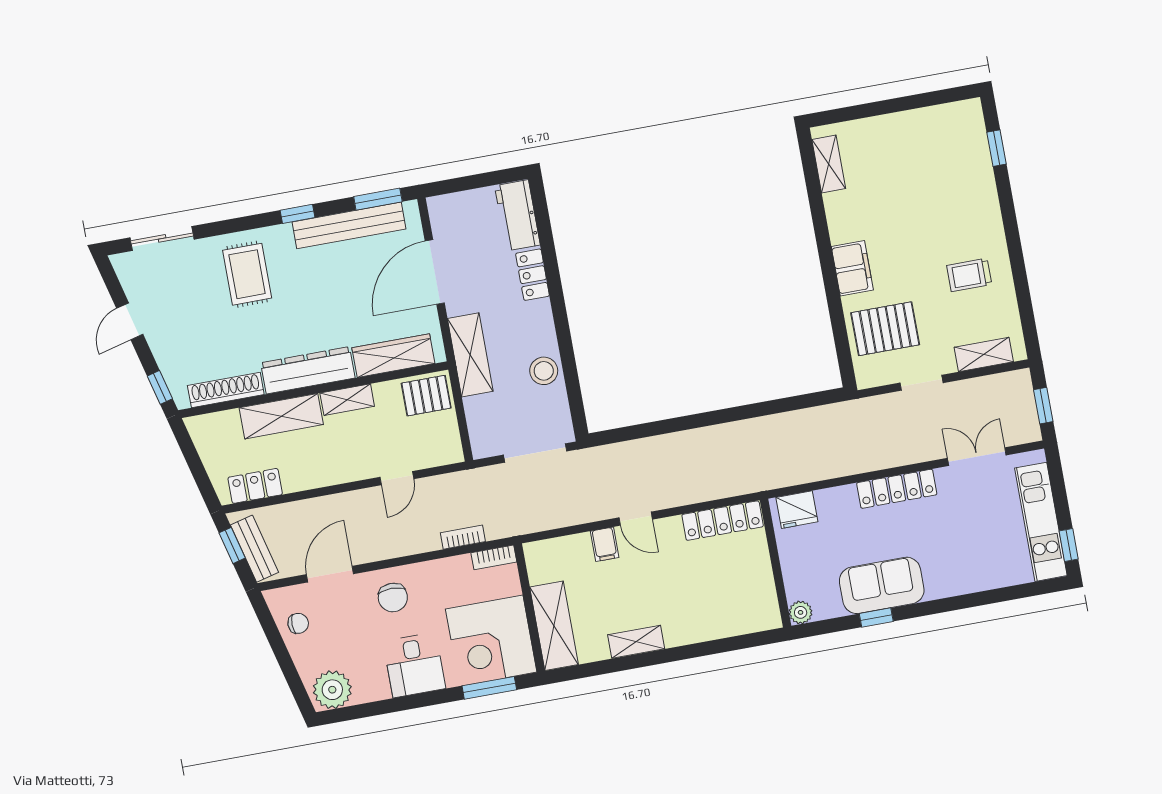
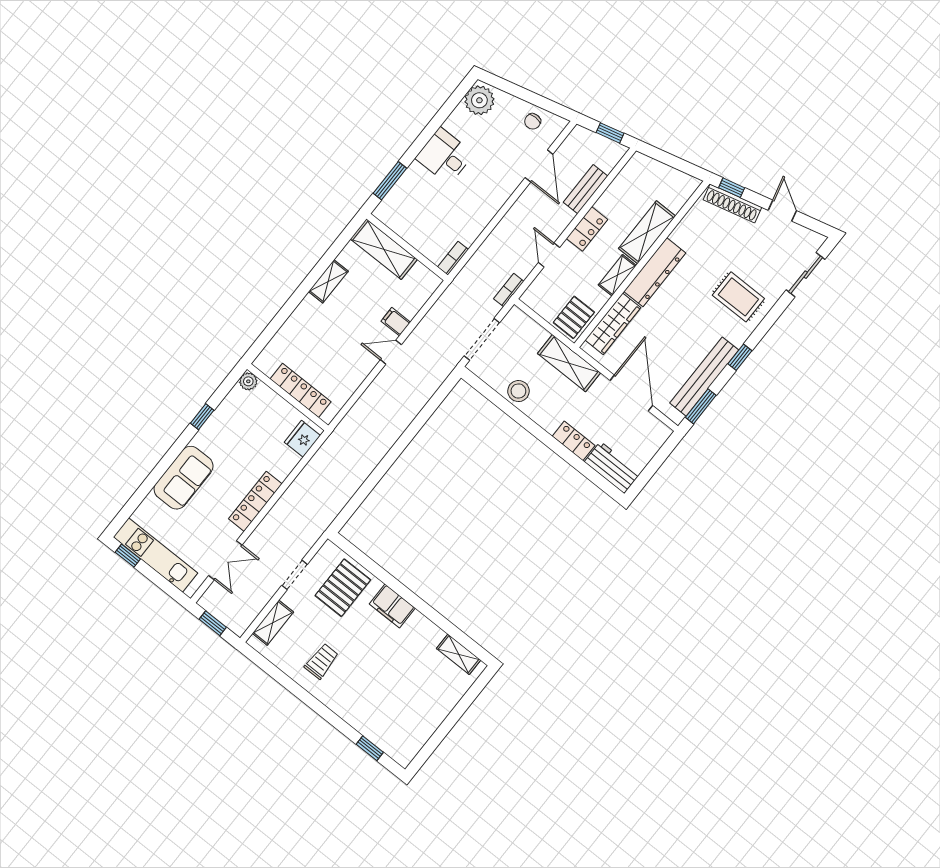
shoe rack: (226, 390) -> (732, 203), moved, turned 76
locker: (255, 486) -> (587, 229), moved
locker: (723, 521) -> (301, 390), moved, turned 90
bookcase: (463, 537) -> (509, 290), moved, turned 180
bench: (254, 549) -> (586, 189), moved, turned -76
sofa: (882, 585) -> (184, 478), moved
chair: (393, 597) -> (491, 184), removed
corner desk: (491, 641) -> (413, 209), removed

